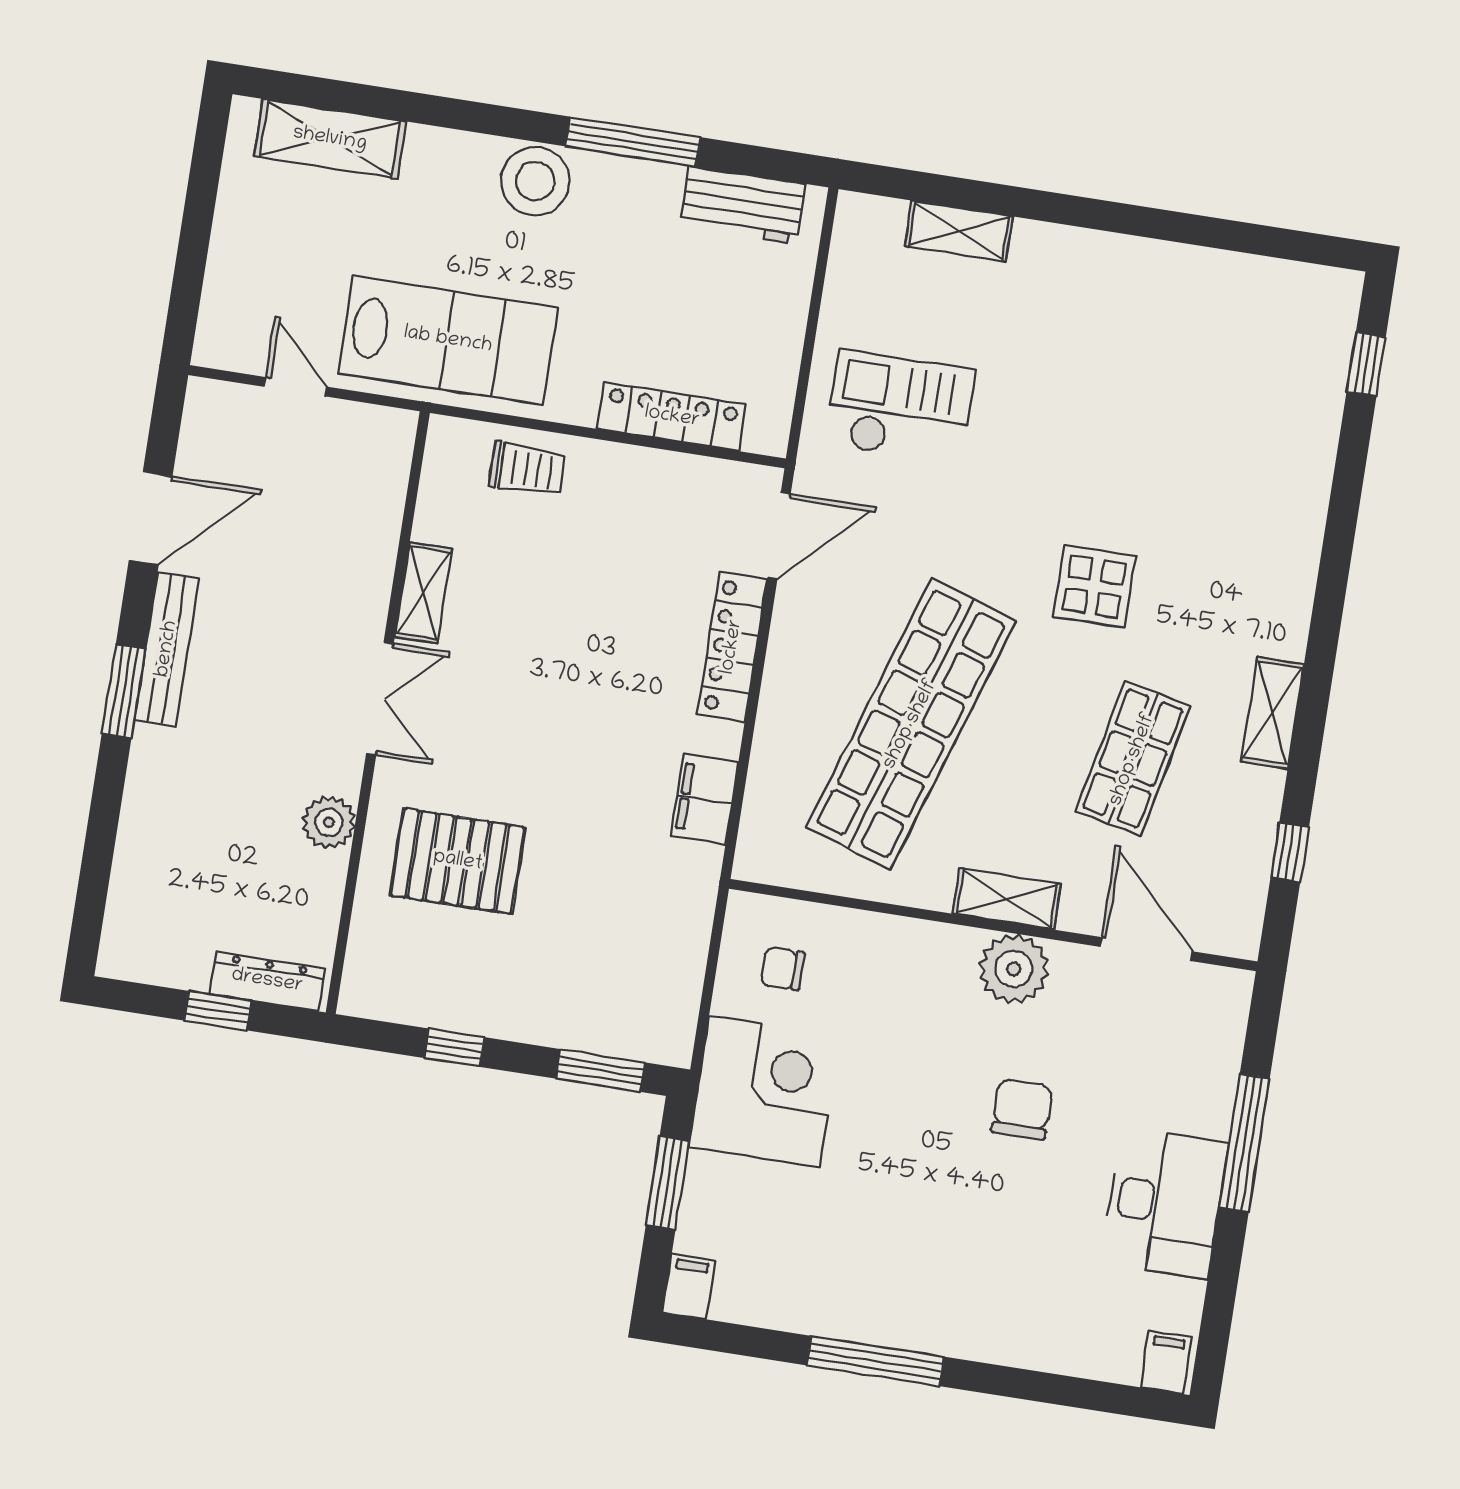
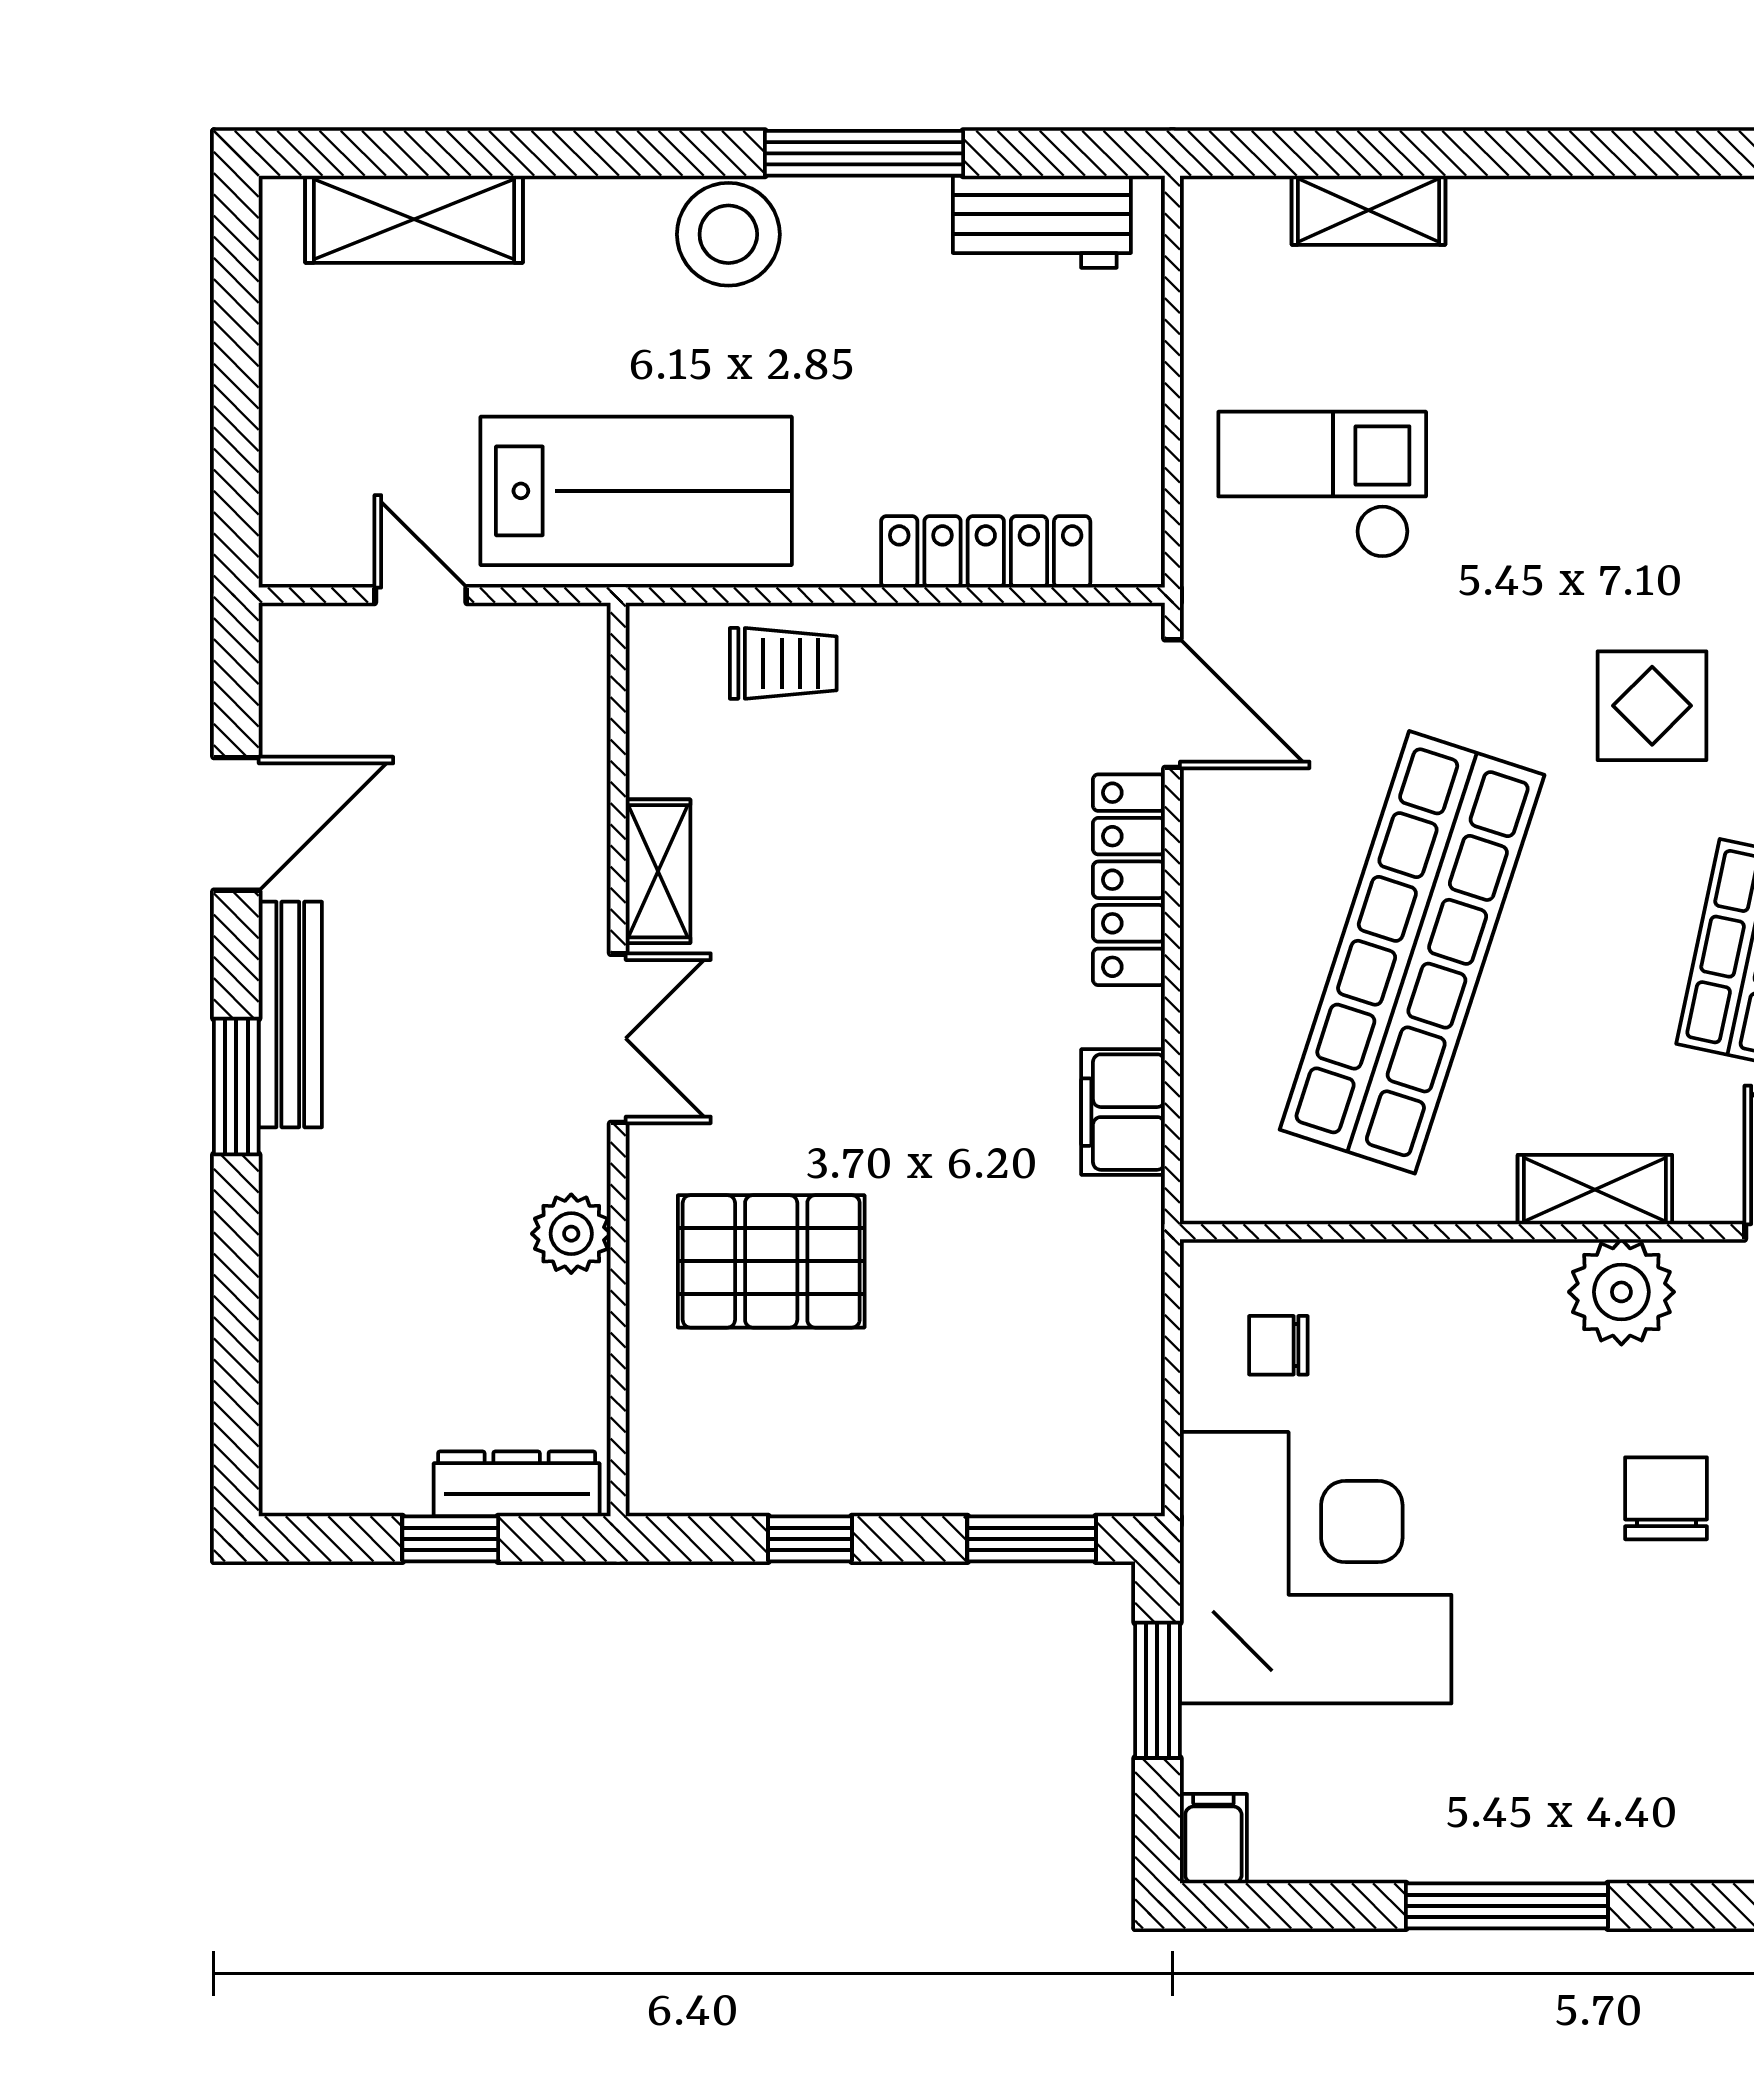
door: (779, 536) -> (1172, 704), hinge flipped
corner desk: (764, 1091) -> (1316, 1568), width x1.36, depth x1.36

